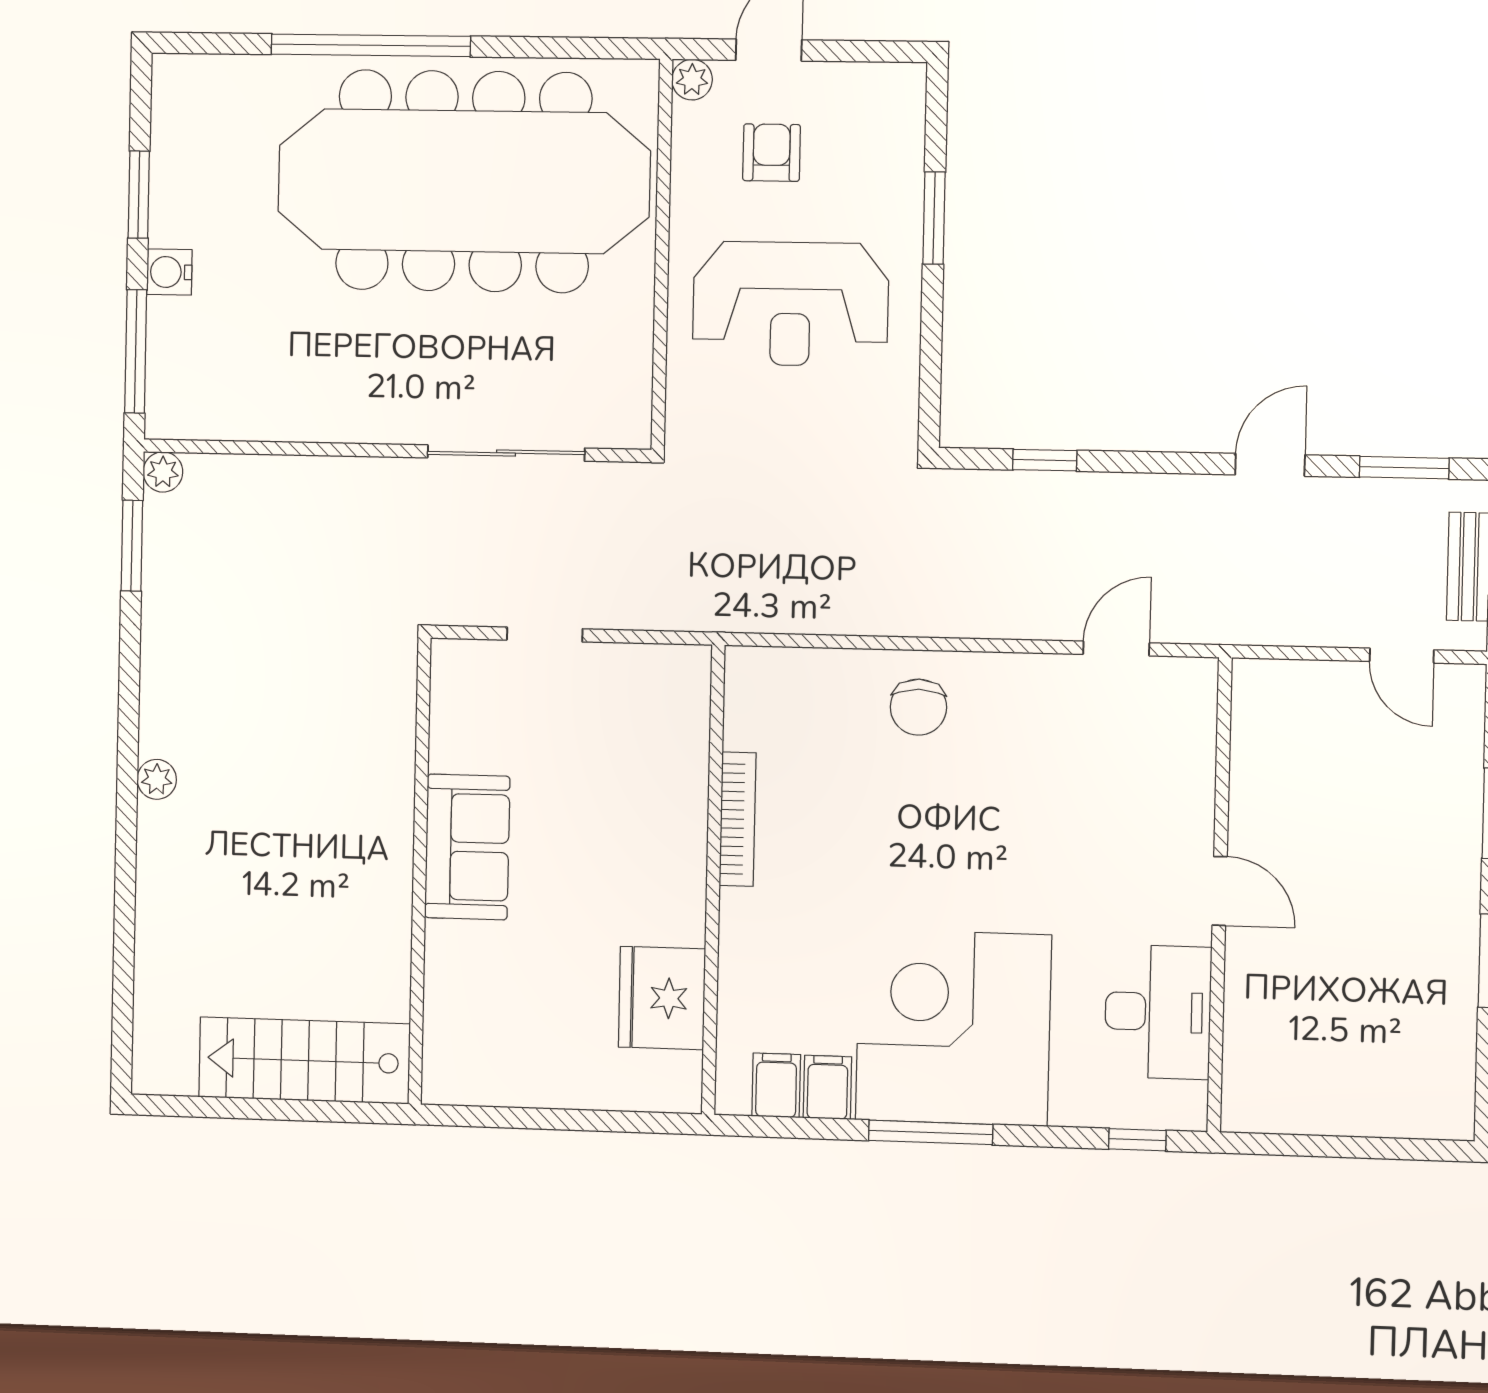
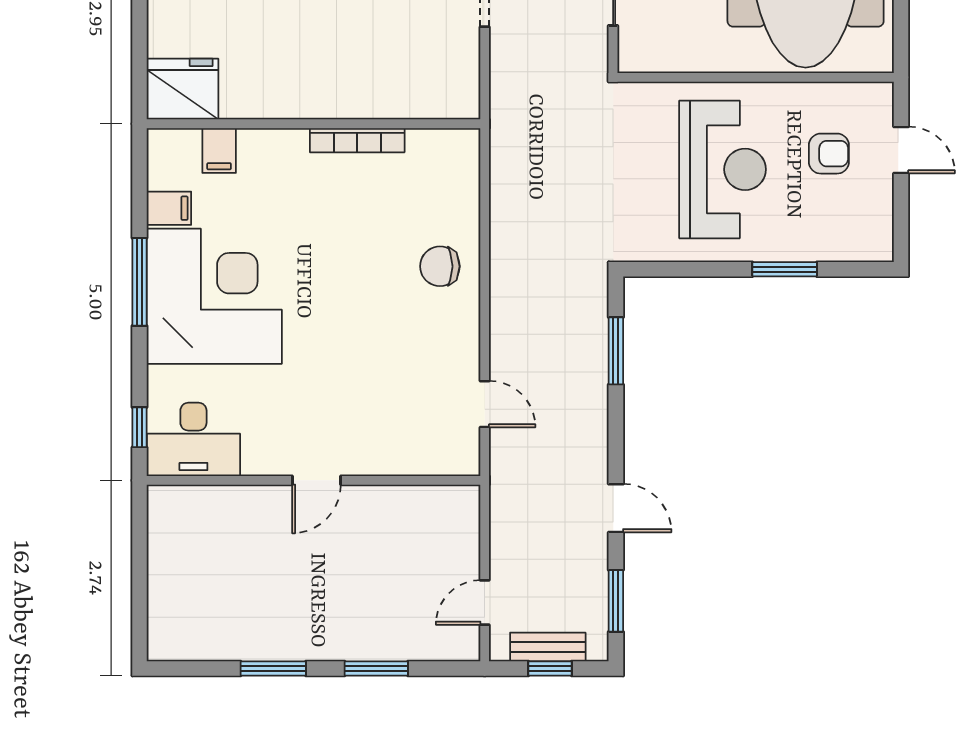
plant: (692, 80) -> (880, 96), removed
reception desk: (791, 304) -> (723, 169), turned 180
window: (1045, 460) -> (616, 351), width x1.50
fridge: (662, 998) -> (183, 89), moved
desk: (1158, 1012) -> (193, 439), moved
filing cabinet: (776, 1085) -> (219, 151), moved, turned 90

